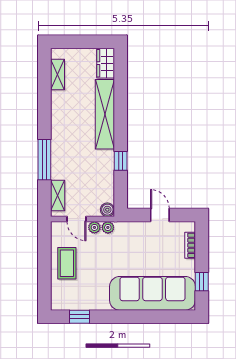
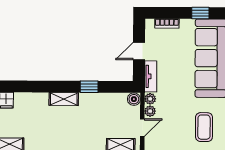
shelving: (105, 114) -> (64, 99), width x0.45, depth x0.75
tv unit: (132, 228) -> (151, 76), added
coffee table: (67, 263) -> (204, 127), moved, turned 90

